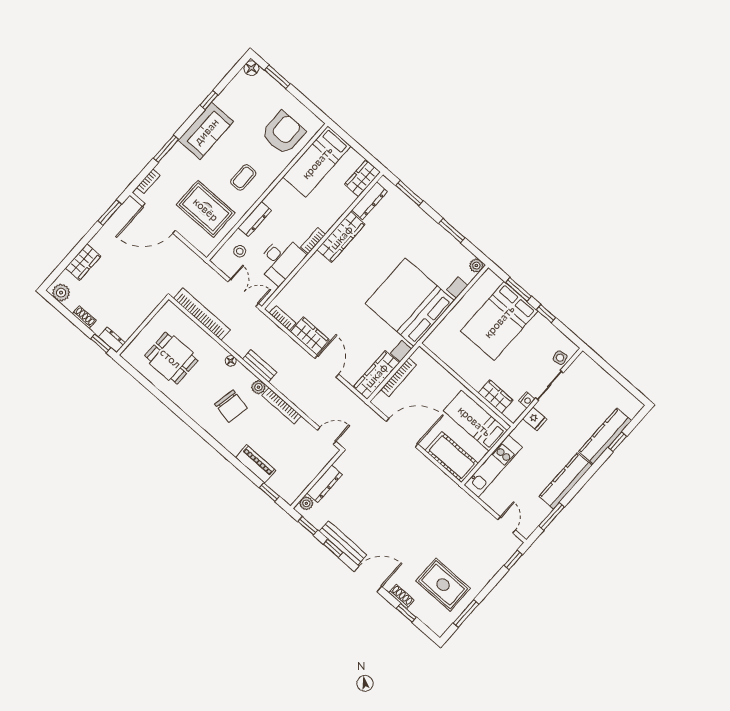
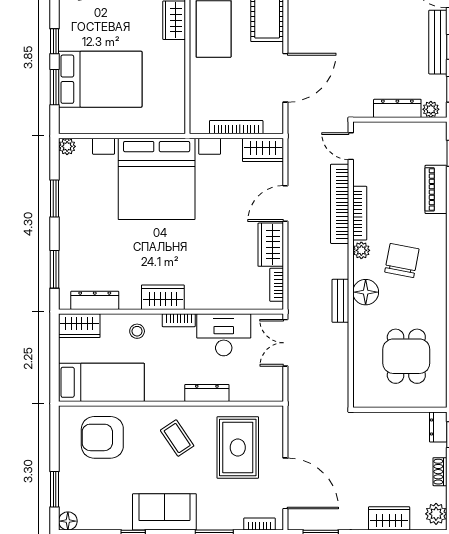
coffee table: (243, 177) -> (177, 438), turned 56
wardrobe: (341, 237) -> (163, 297), width x0.67
stool: (240, 251) -> (137, 331), moved
bookcase: (202, 314) -> (340, 204), moved
floor lamp: (231, 361) -> (366, 292), width x1.89, depth x1.89
bench: (260, 366) -> (340, 301), moved
wardrobe: (376, 375) -> (263, 150), width x0.67
door: (402, 433) -> (285, 78), swing flipped

